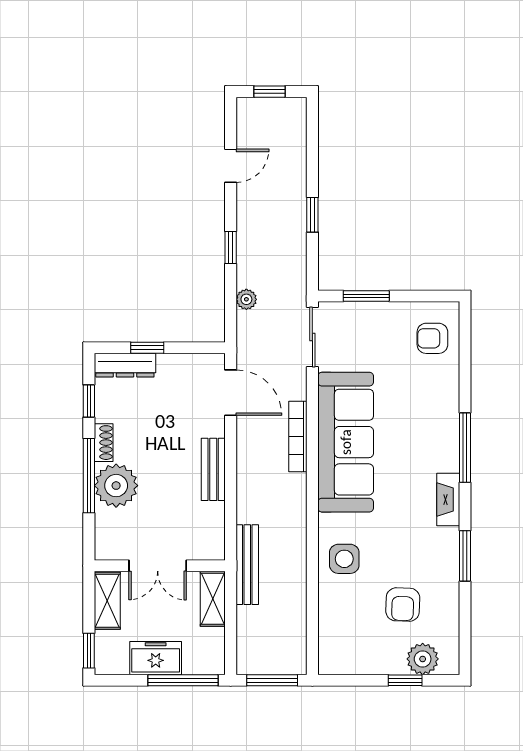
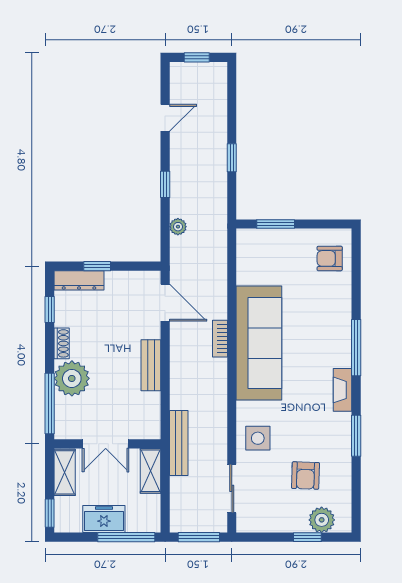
sliding door: (312, 337) -> (232, 488), moved
bookcase: (298, 437) -> (220, 339), width x0.64
window: (89, 476) -> (50, 404), moved

